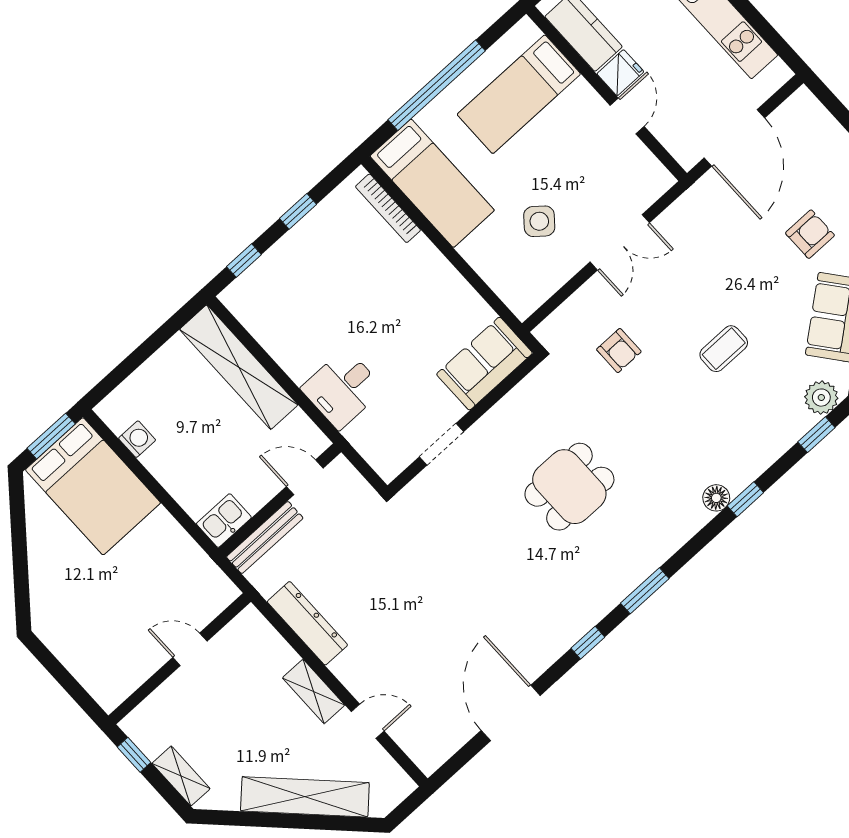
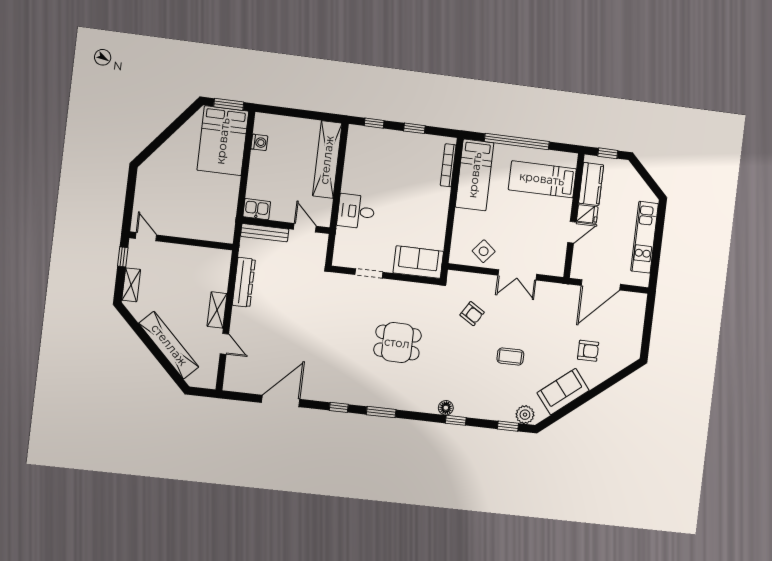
side table: (539, 221) -> (484, 251), moved
armchair: (619, 351) -> (472, 314), turned -58
door: (190, 649) -> (146, 237), moved

